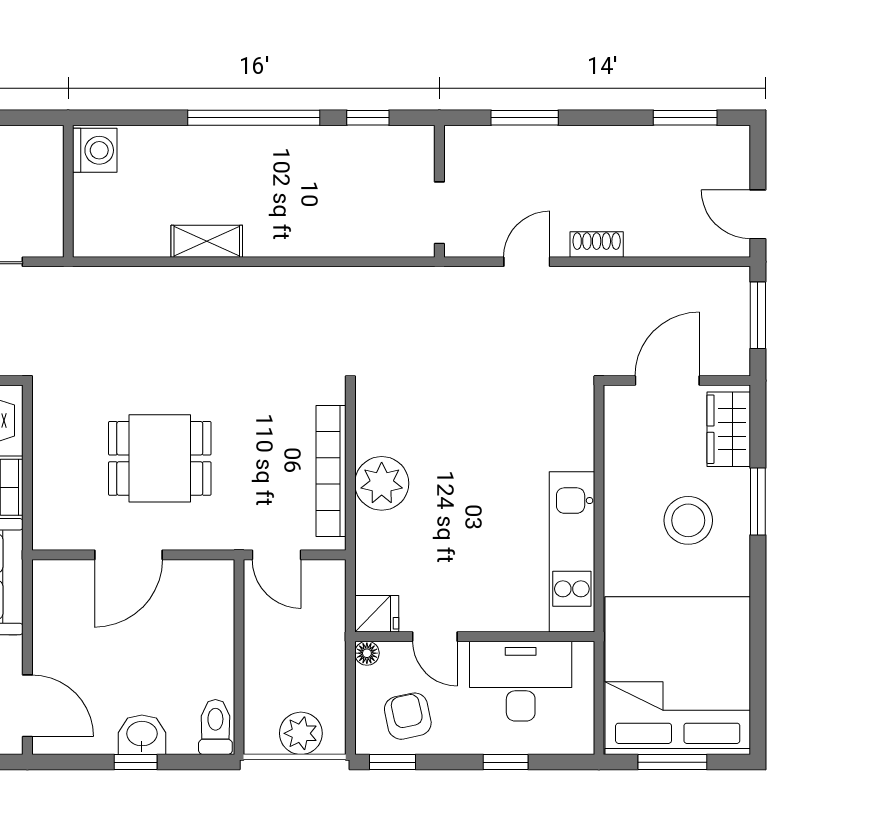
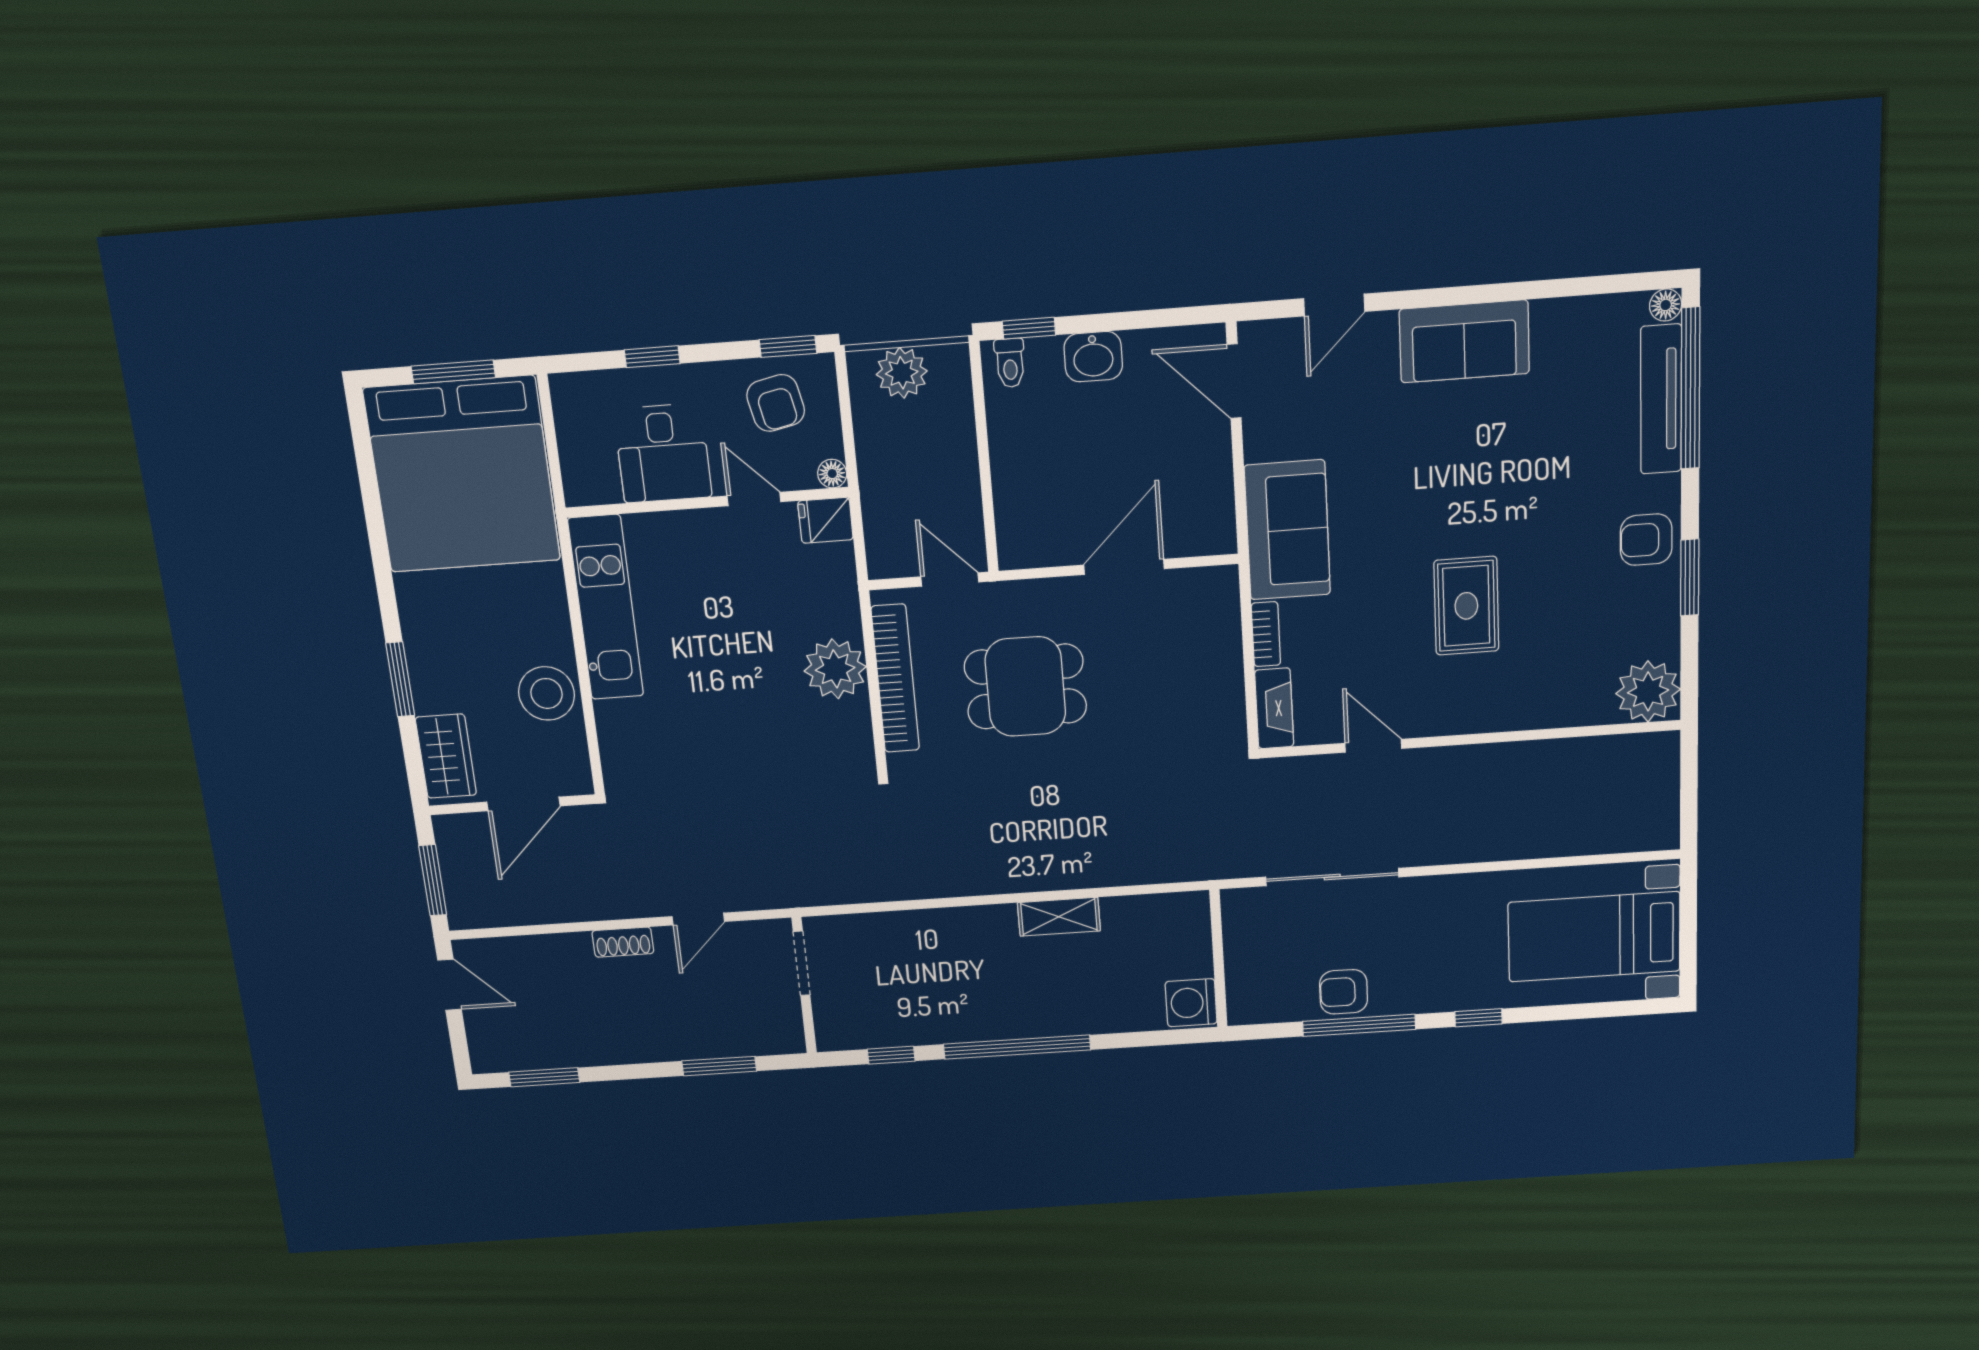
dining table: (160, 458) -> (1025, 686), moved
stool: (688, 520) -> (547, 693), moved
desk: (521, 681) -> (663, 453), width x0.73
toilet: (215, 727) -> (1010, 363), width x0.73, depth x0.72
window: (136, 762) -> (1029, 328), moved

